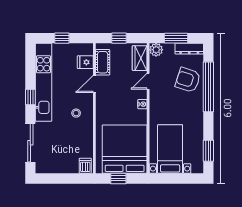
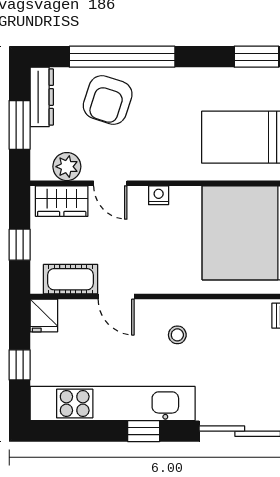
plant: (156, 50) -> (67, 167), moved
fridge: (85, 62) -> (44, 316), moved

